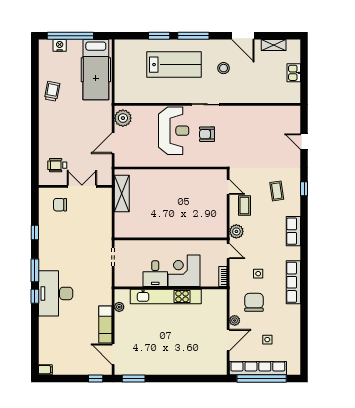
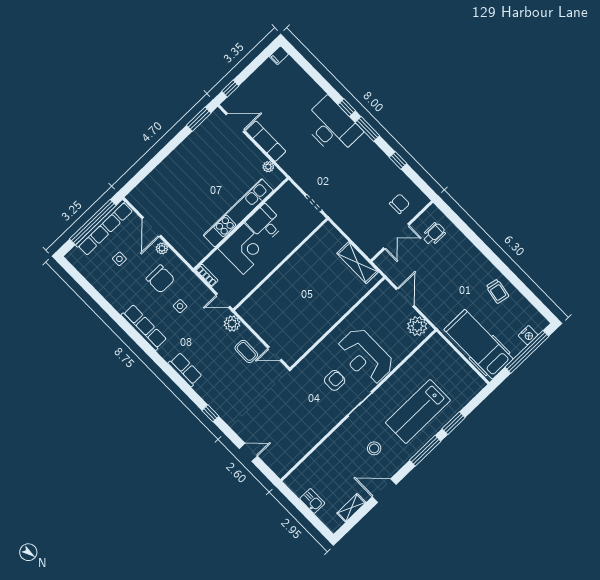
coffee table: (277, 191) -> (231, 389), removed

